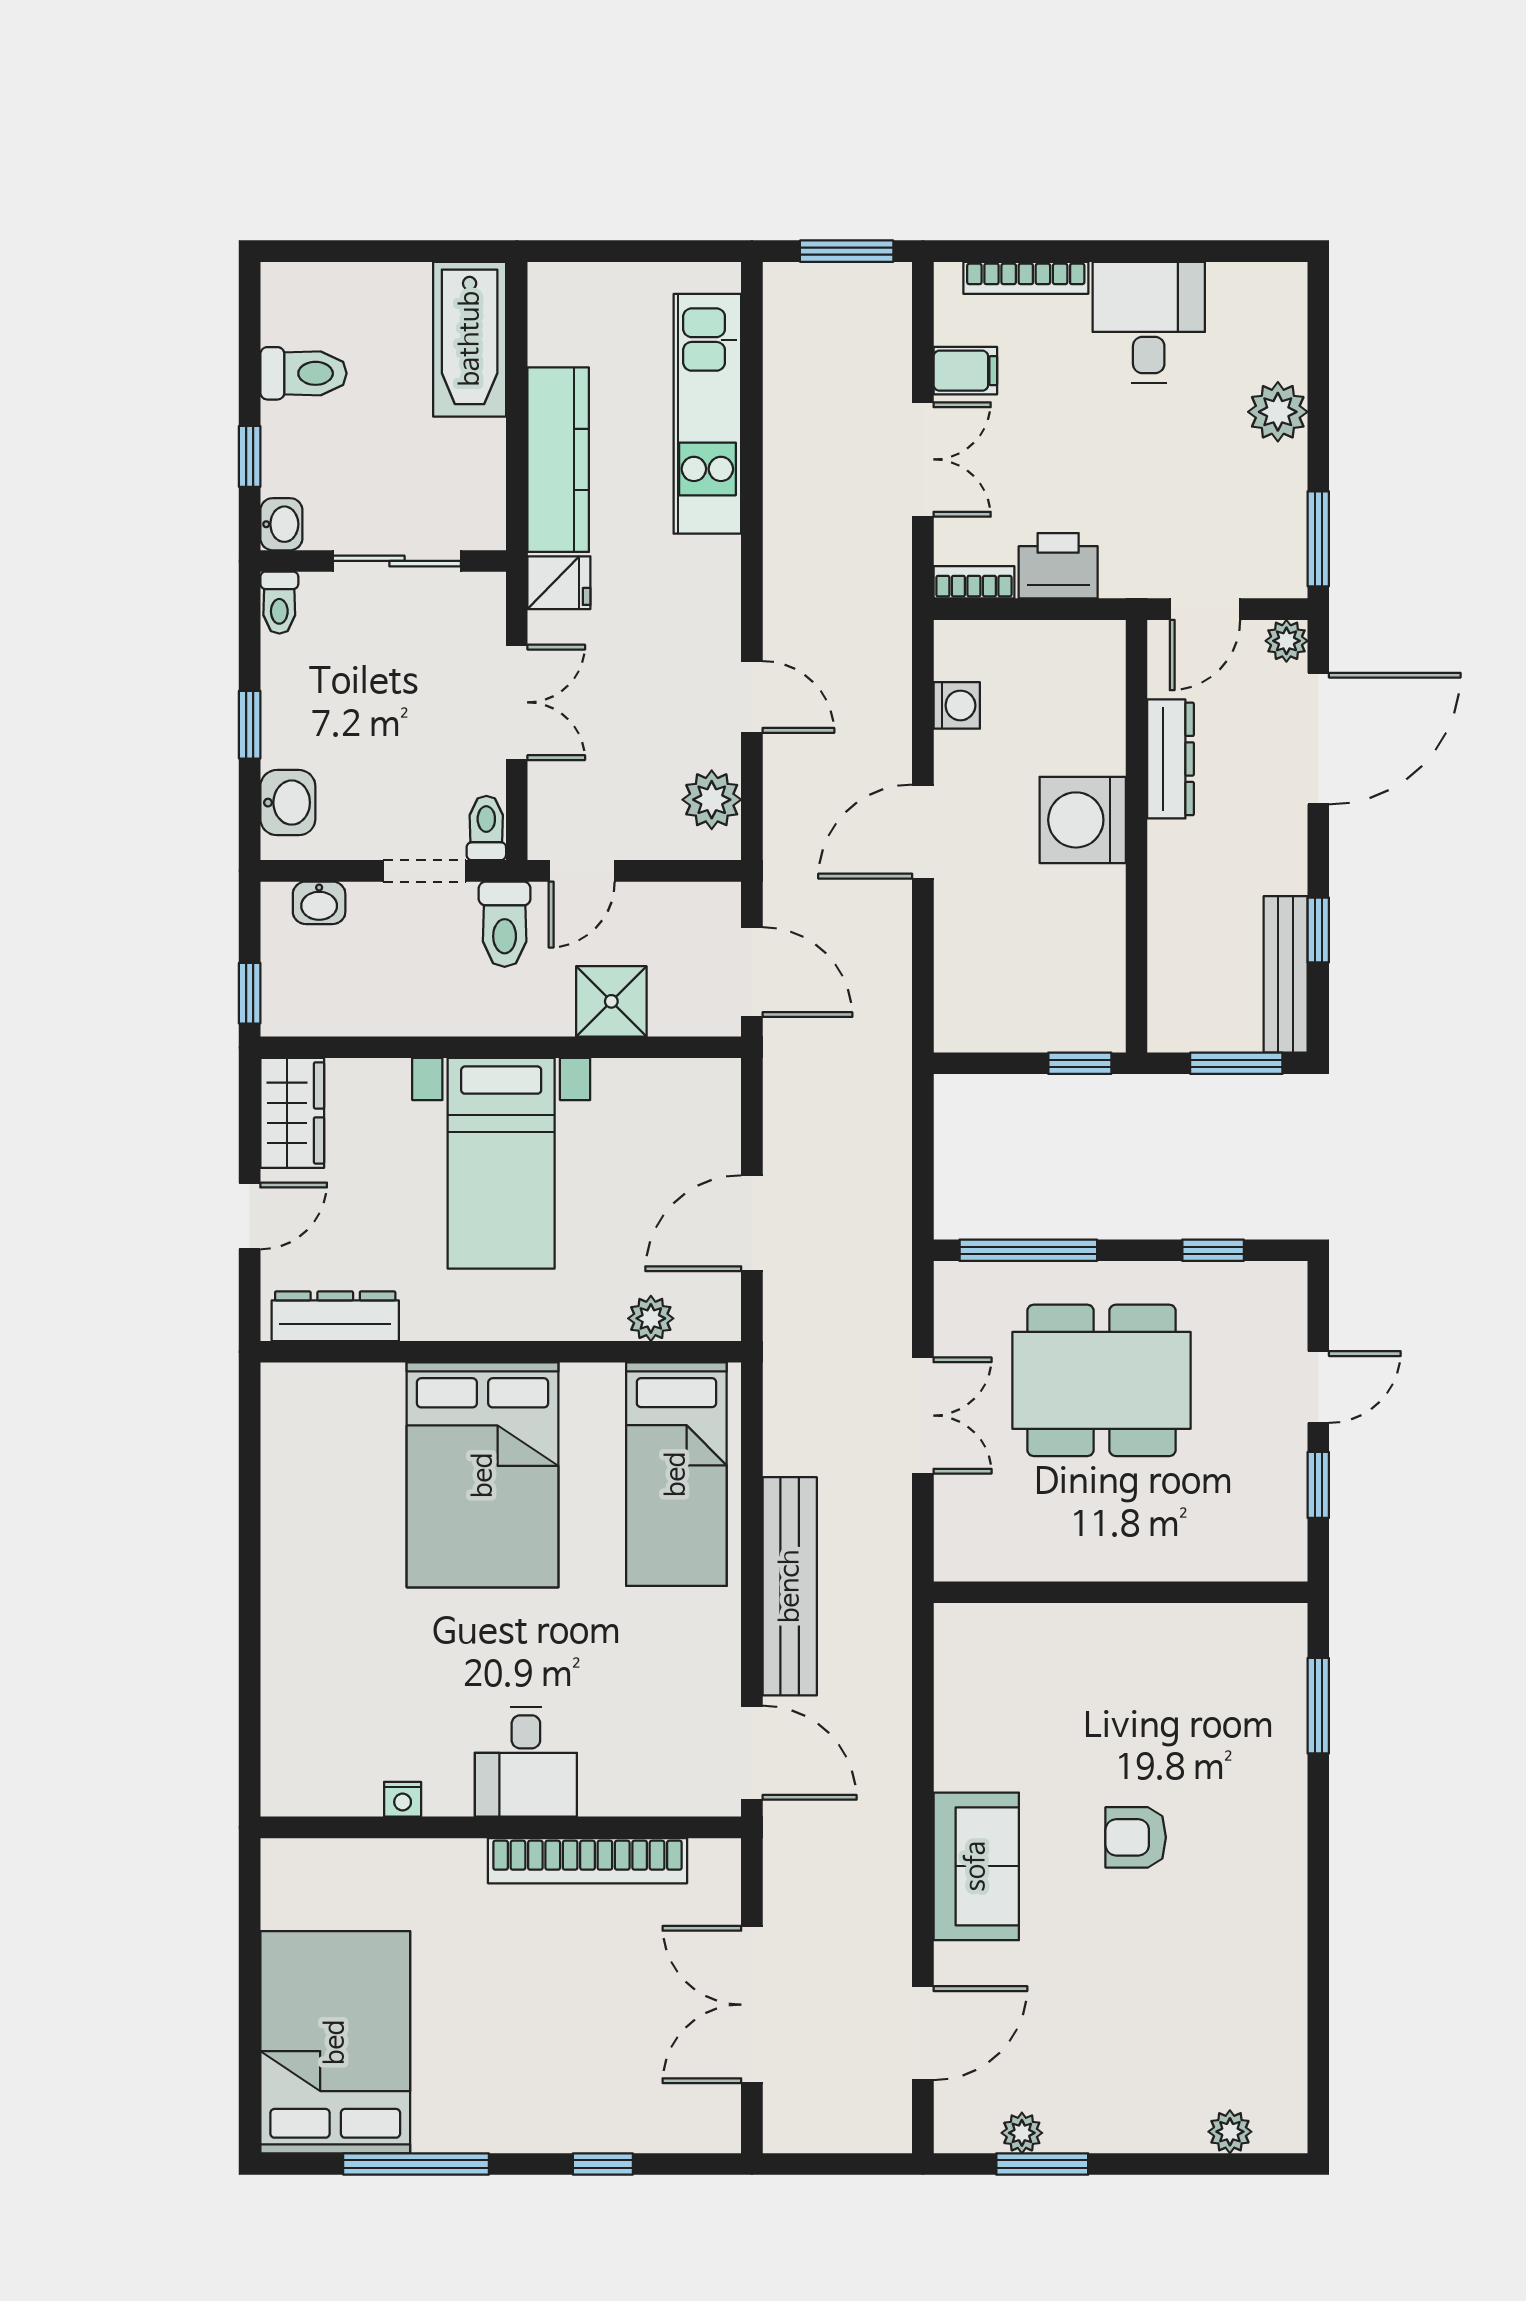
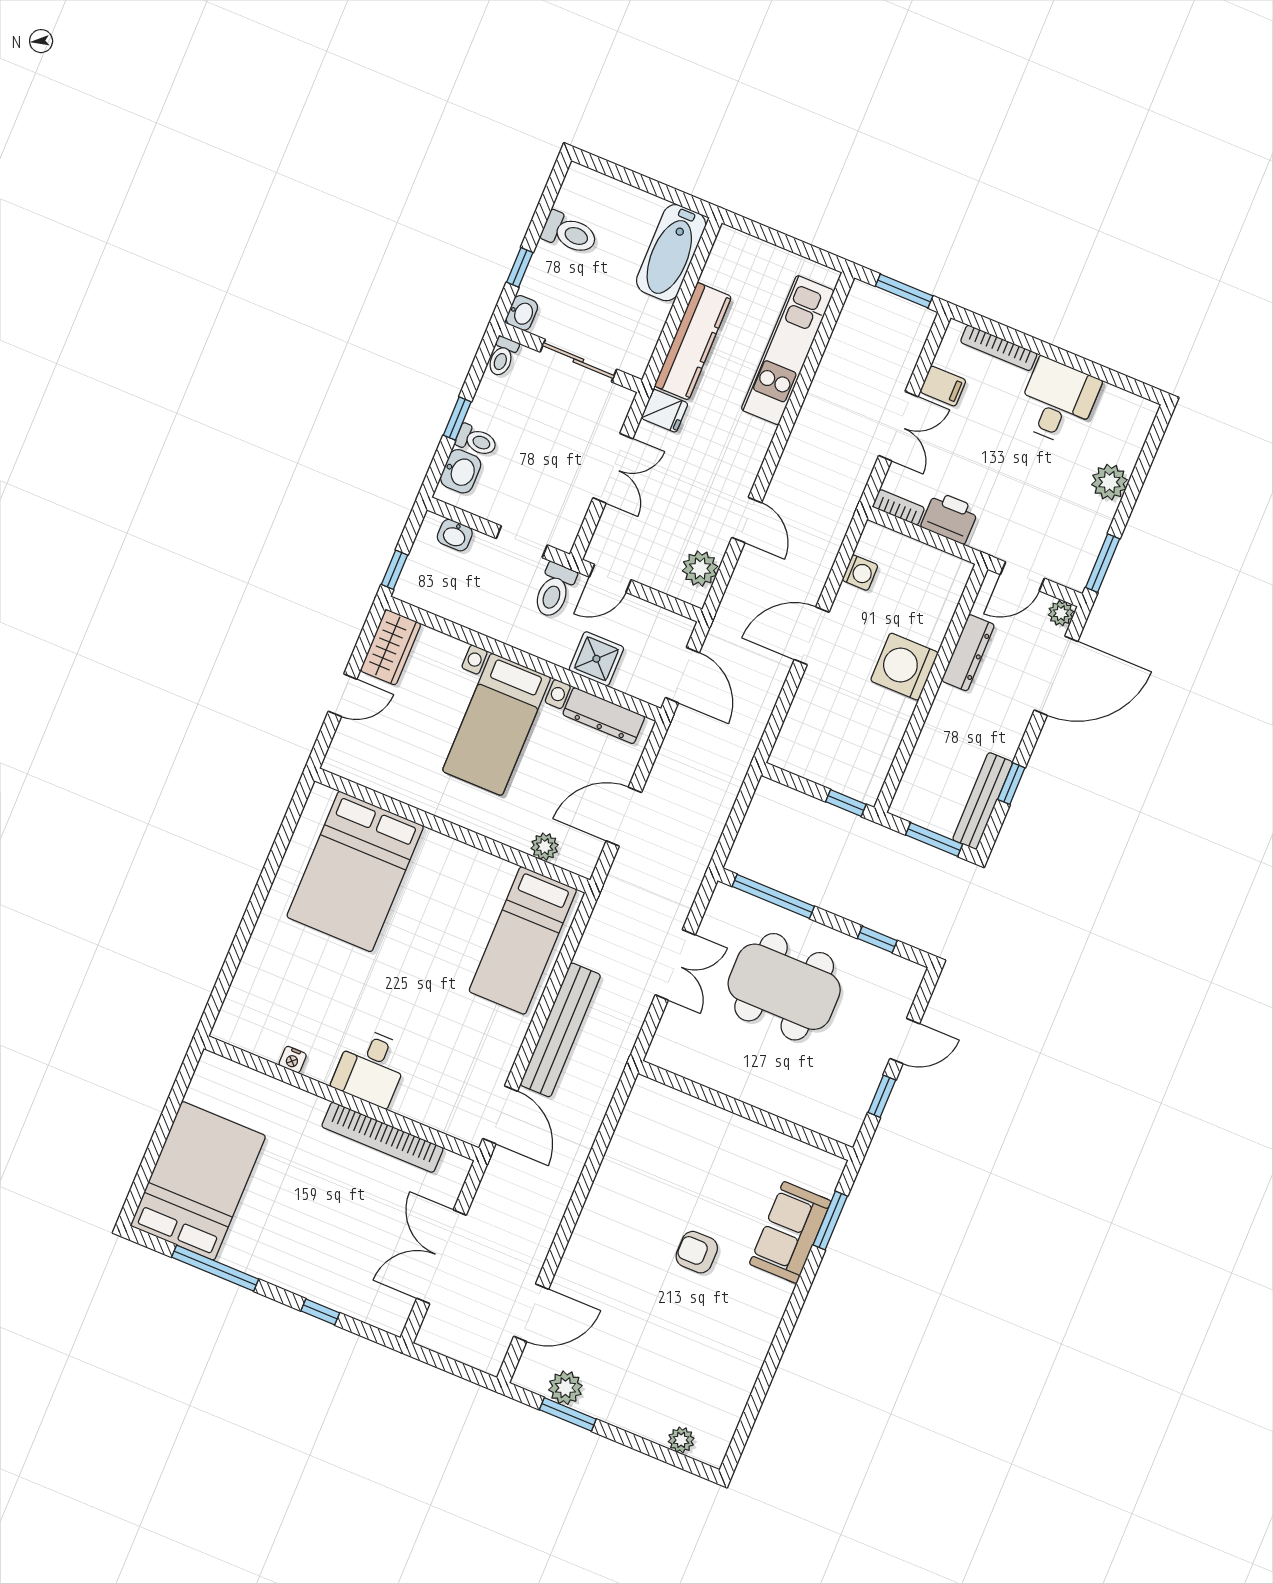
toilet: (486, 828) -> (476, 440), moved, turned 90
dresser: (335, 1316) -> (604, 716), moved, turned 180
bed: (483, 1475) -> (355, 871), moved
sofa: (976, 1866) -> (790, 1232), moved, turned 180
plant: (1022, 2133) -> (565, 1388), width x1.38, depth x1.38

